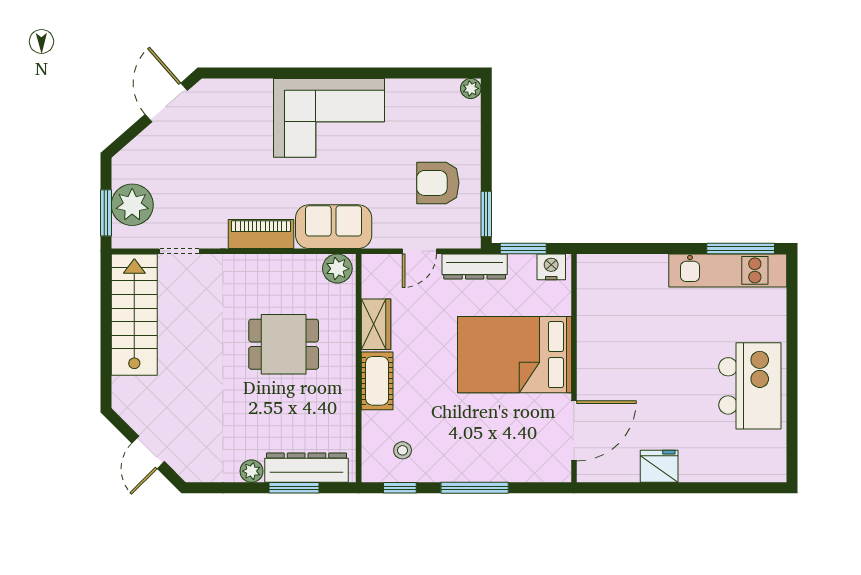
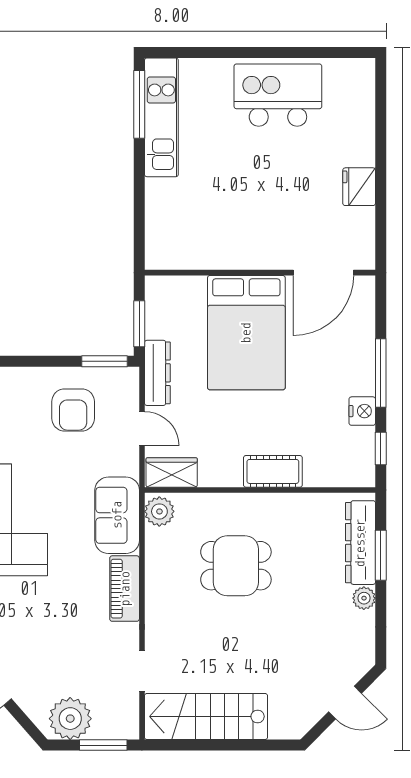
plant: (132, 205) -> (70, 719), moved
nightstand: (551, 267) -> (362, 411), moved, turned 180
wardrobe: (376, 324) -> (172, 472), moved
dining table: (284, 344) -> (236, 566), turned 90
door: (574, 431) -> (323, 273), swing flipped
stool: (403, 450) -> (343, 446), removed

